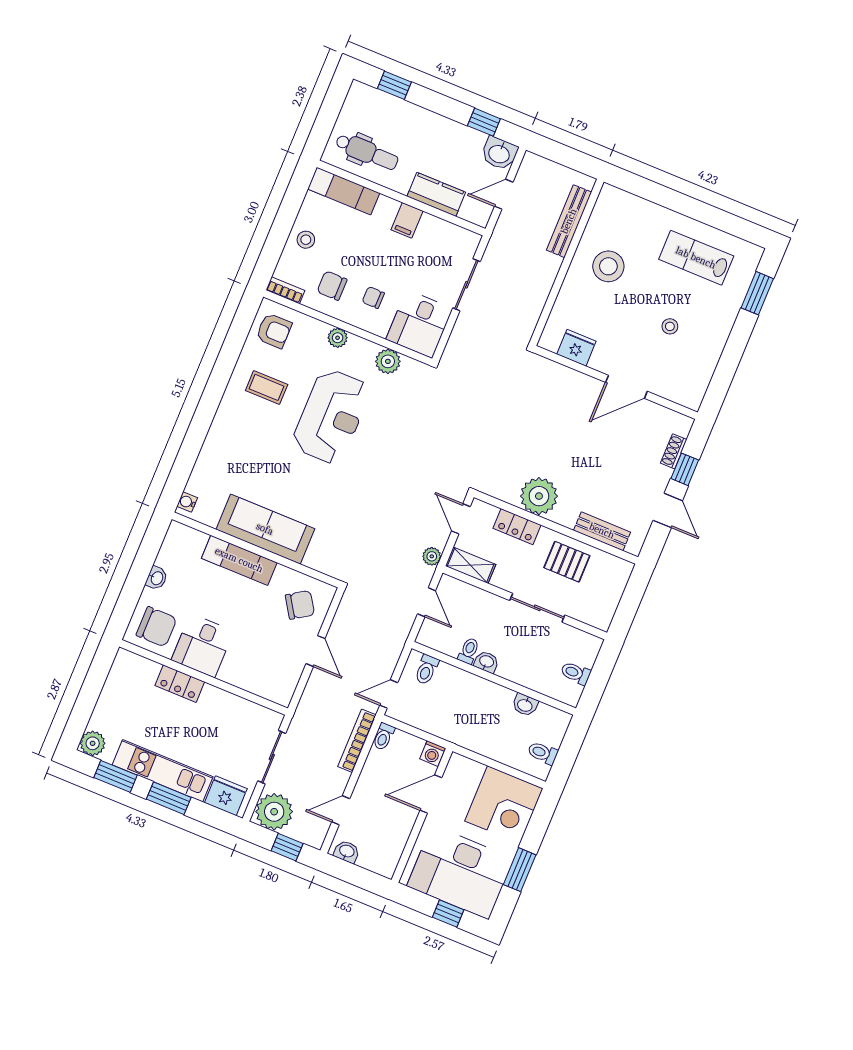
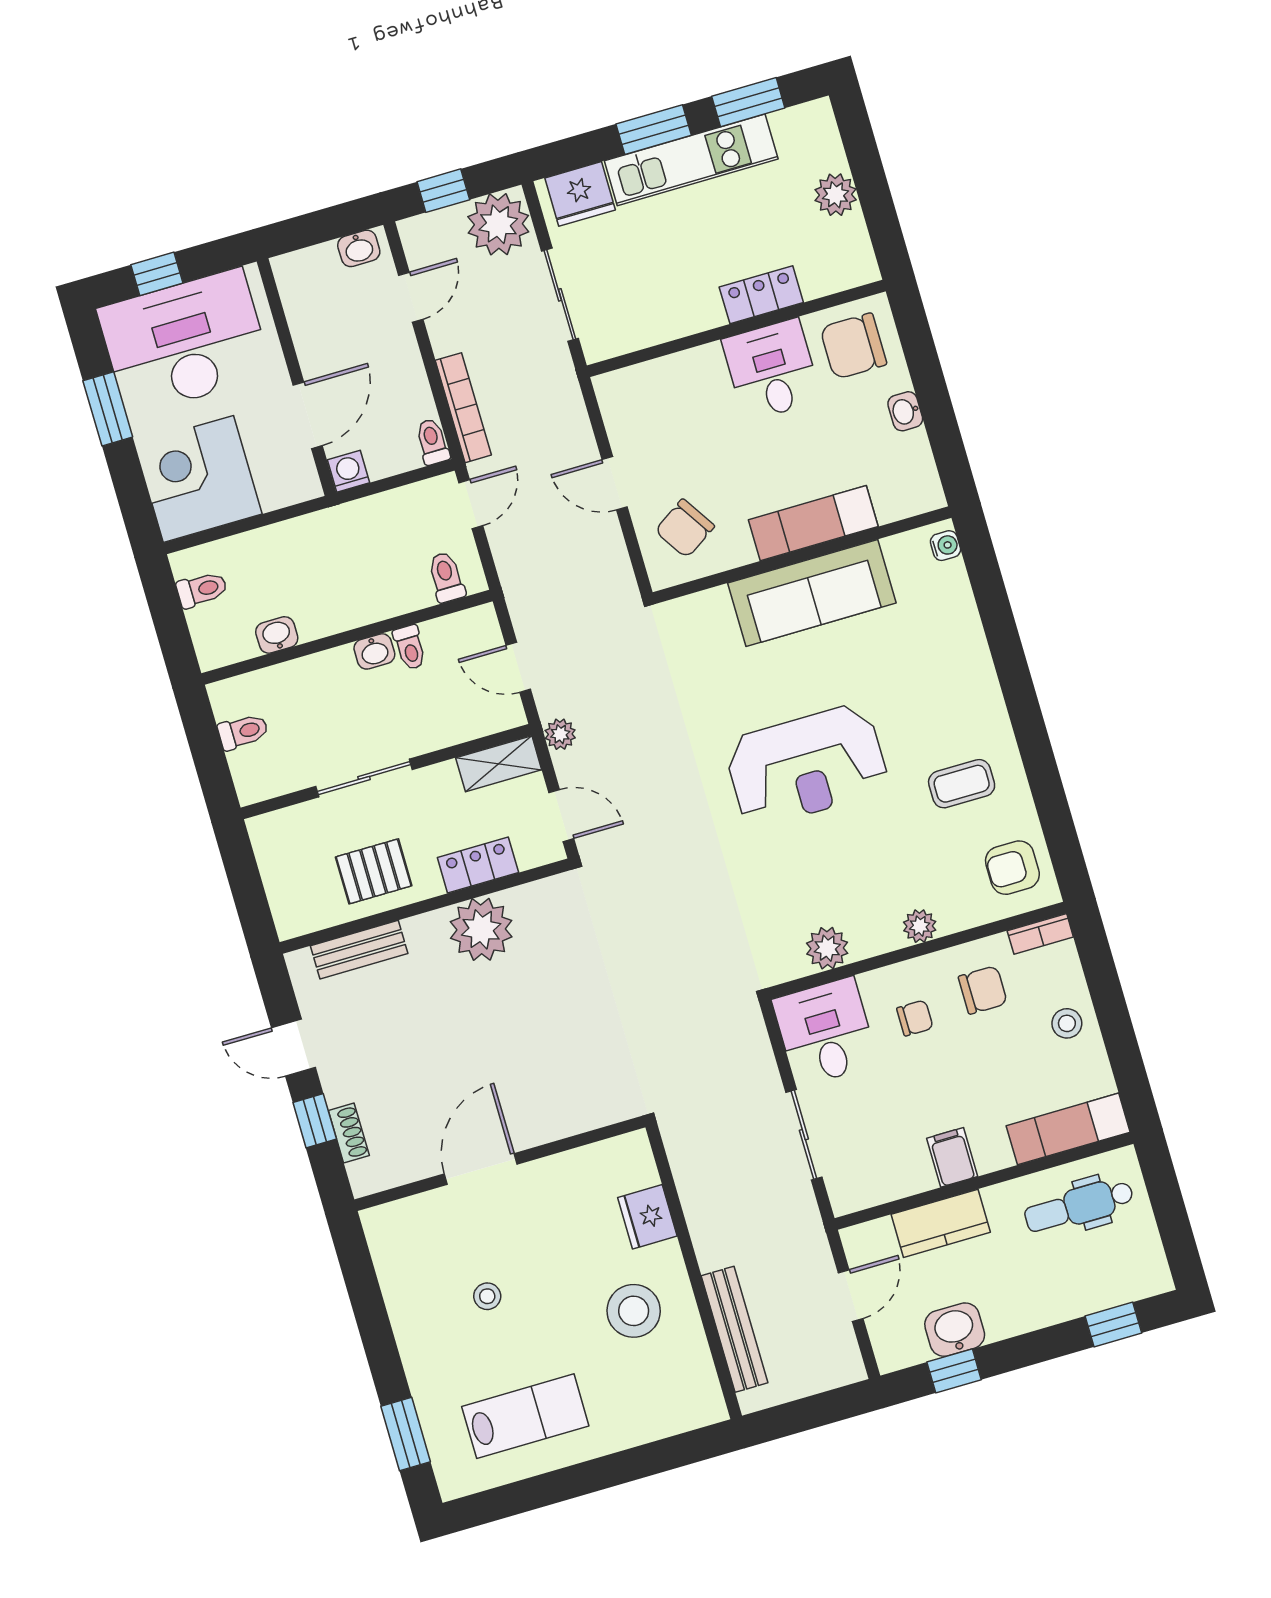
washbasin: (499, 153) -> (955, 1330), moved
fridge: (576, 348) -> (647, 1217), moved, turned 90
reception desk: (331, 416) -> (806, 766), moved, turned -90
plant: (93, 743) -> (836, 195), moved

